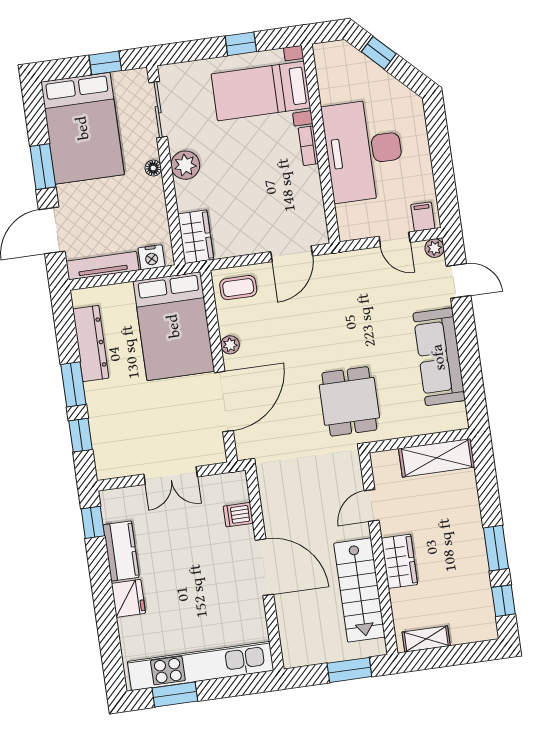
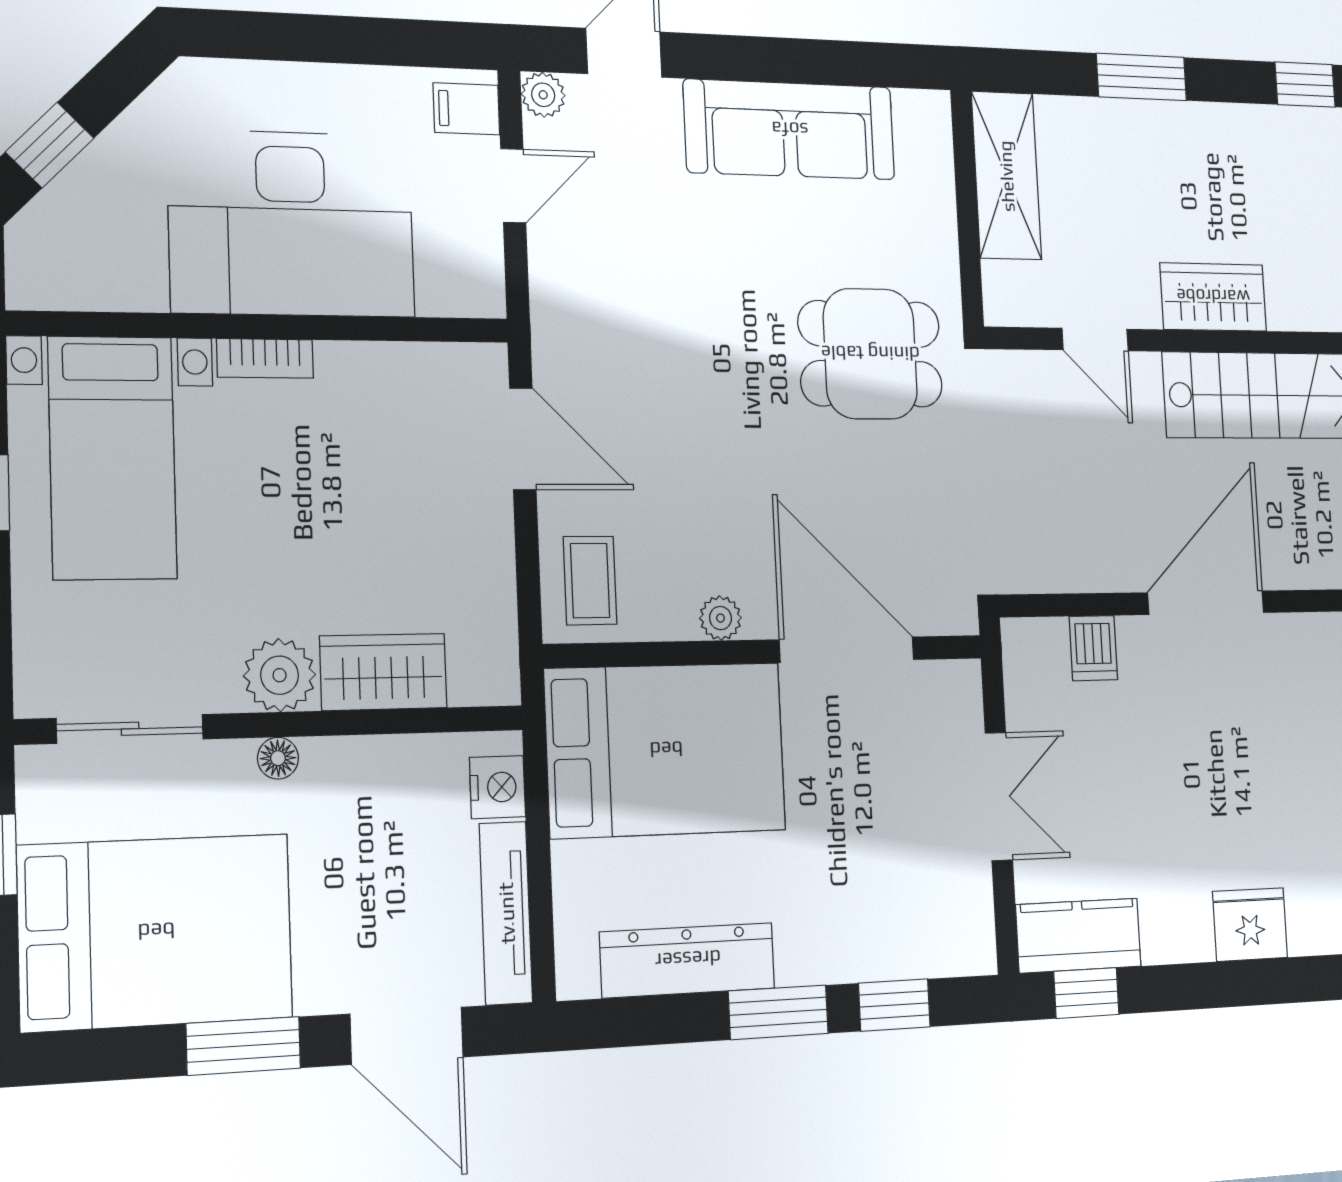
wardrobe: (196, 237) -> (383, 672), moved
window: (496, 548) -> (1141, 77), moved
kitchen counter: (121, 551) -> (1078, 936), moved

